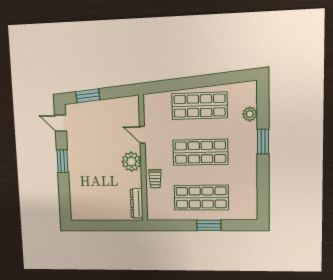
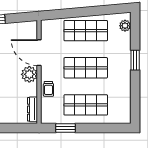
plant: (250, 114) -> (125, 26), moved
door: (142, 135) -> (39, 53), width x1.88
window: (209, 225) -> (66, 128), moved

